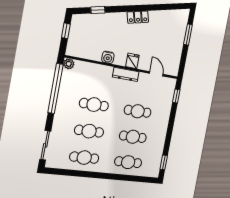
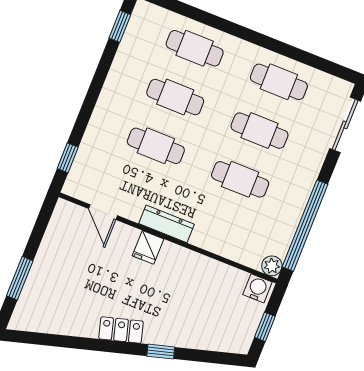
window: (98, 10) -> (161, 352), moved
water cooler: (108, 57) -> (257, 288), moved

